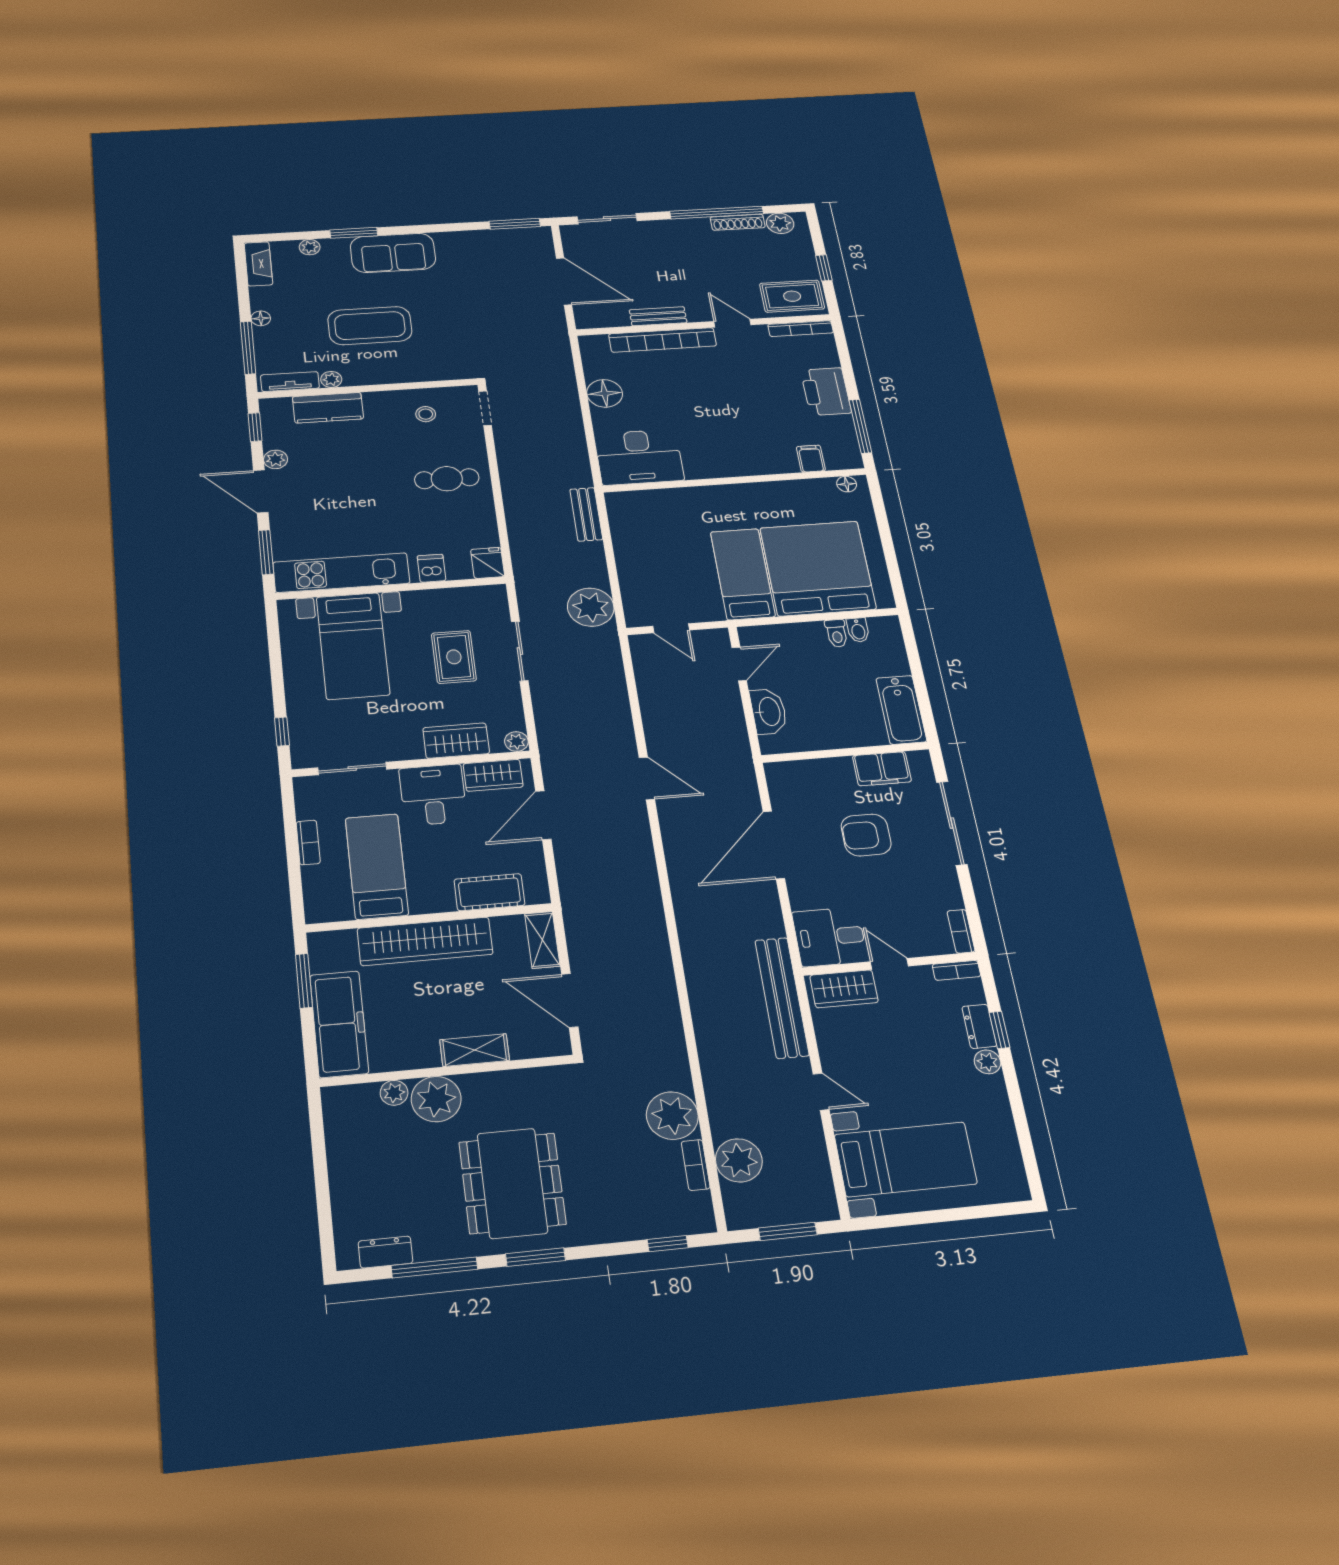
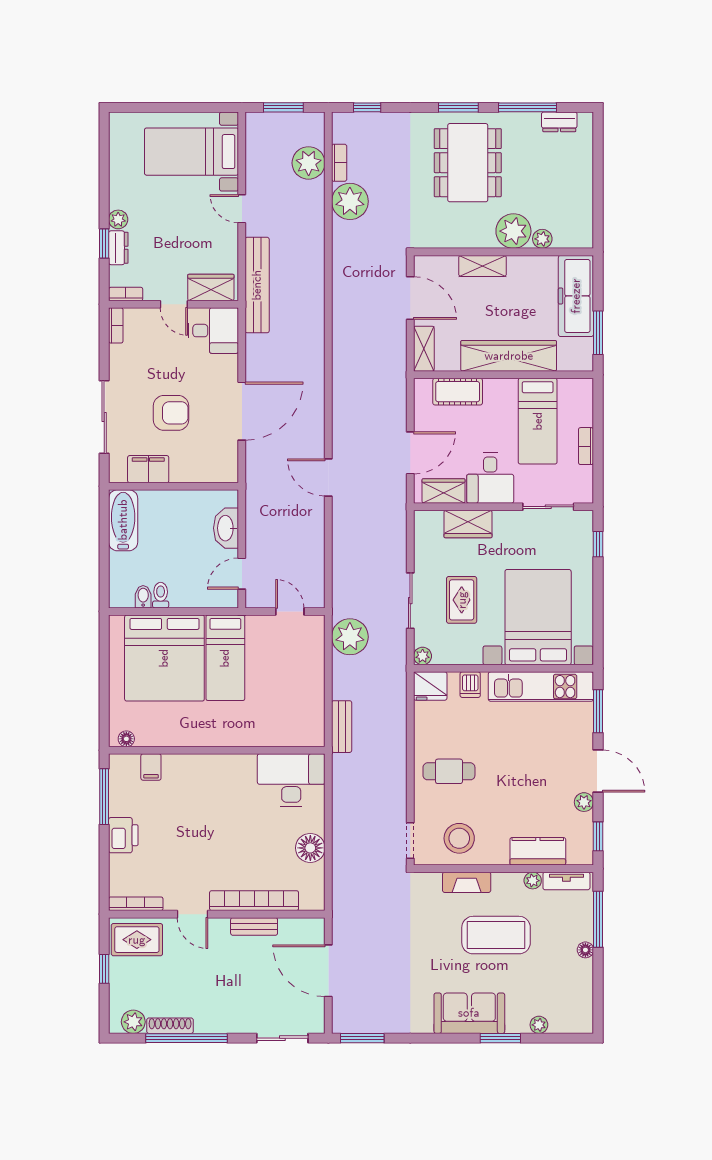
fireplace: (258, 264) -> (467, 882), moved, turned -90
printer: (826, 391) -> (123, 835), width x0.73, depth x0.84
stool: (426, 414) -> (459, 838), width x1.89, depth x1.89
fridge: (488, 563) -> (430, 686), width x1.38
bed with nightstands: (353, 646) -> (538, 617), width x1.36
plant: (516, 741) -> (423, 656), moved

